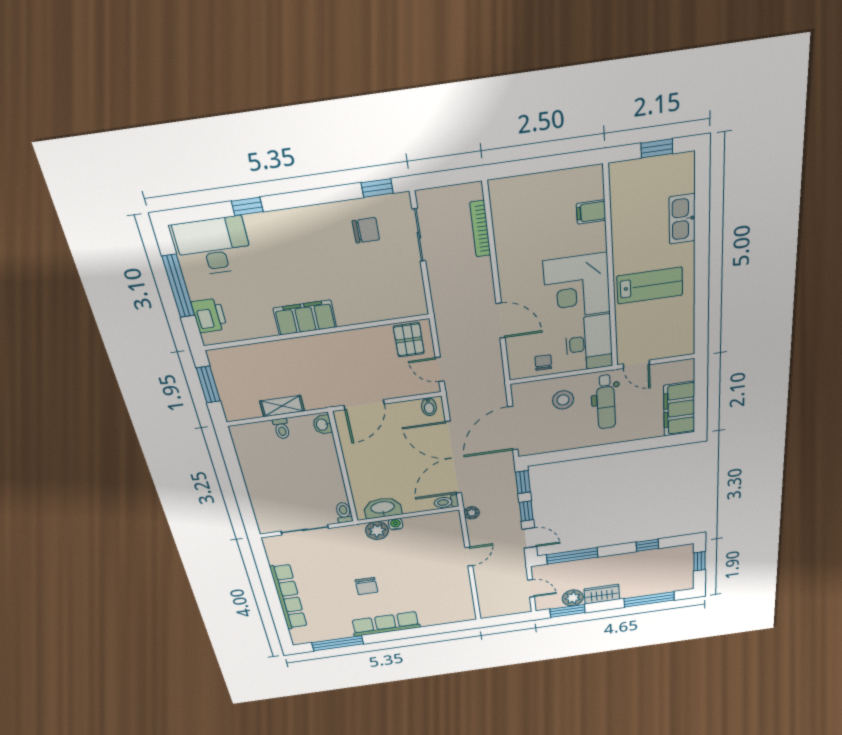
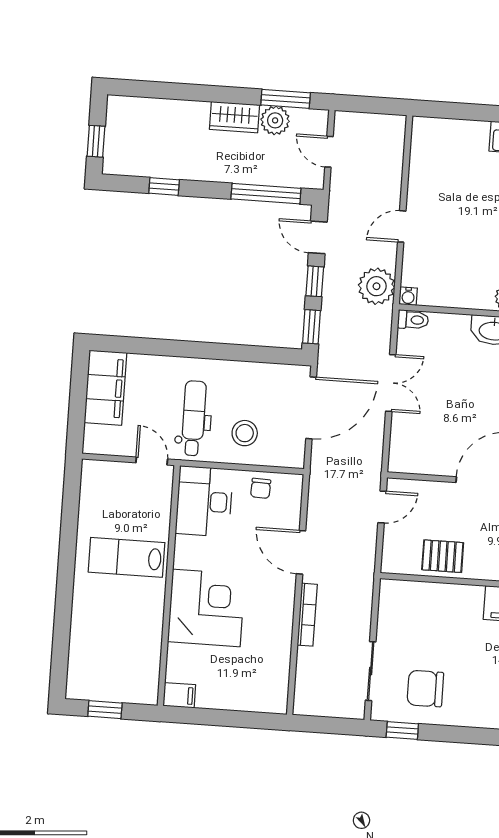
filing cabinet: (591, 212) -> (179, 695), moved
kitchen sink: (682, 219) -> (84, 627), removed
bookcase: (480, 229) -> (307, 615), moved
chair: (366, 230) -> (425, 689), width x1.37, depth x1.37
corner desk: (577, 287) -> (206, 608), moved
pallet: (409, 340) -> (443, 556), moved, turned 90
door: (440, 369) -> (382, 507), hinge flipped
bidet: (429, 407) -> (405, 461), removed
double door: (453, 458) -> (391, 383), width x0.54
plant: (472, 513) -> (377, 286), width x1.87, depth x1.87
water cooler: (396, 524) -> (408, 296), moved
window: (649, 599) -> (170, 91), removed

